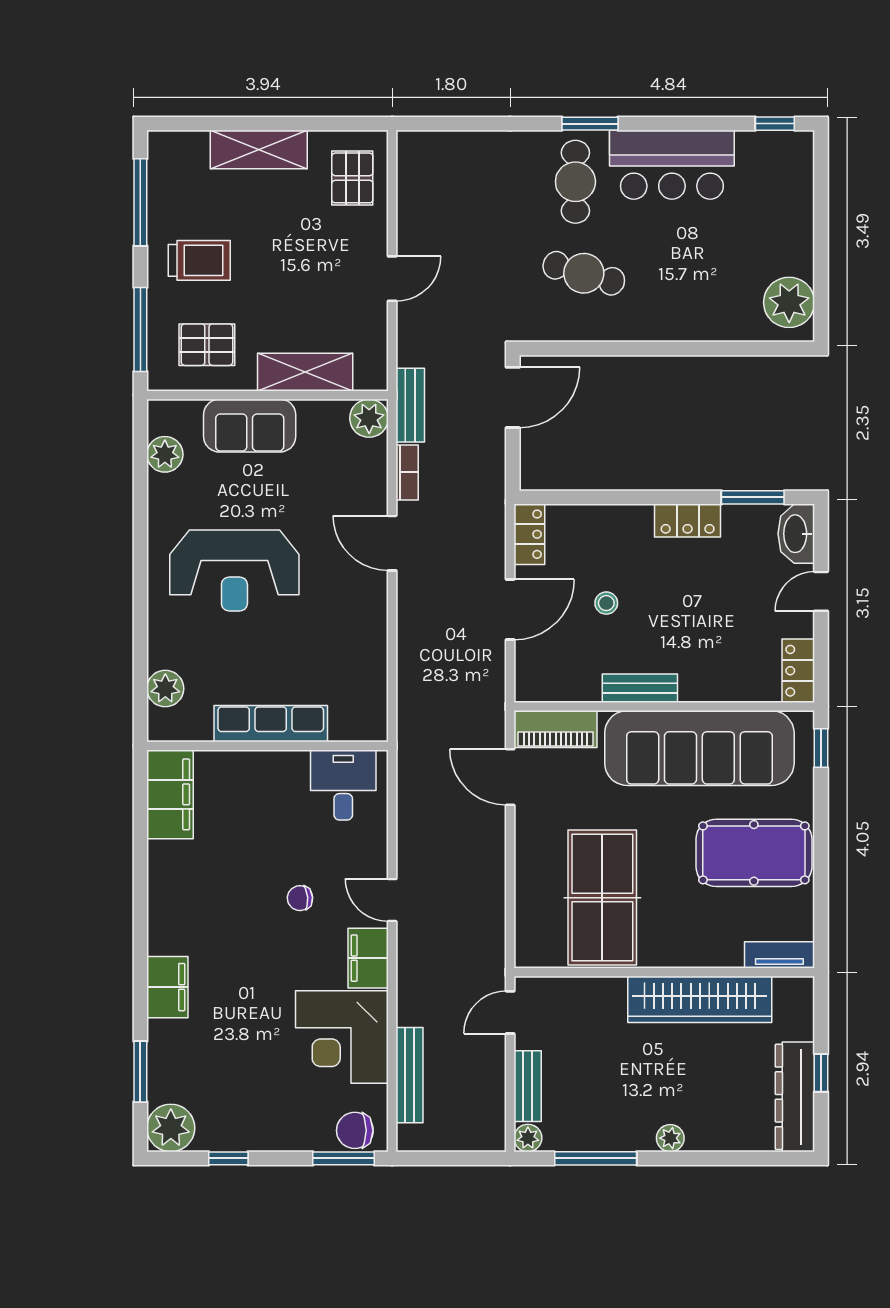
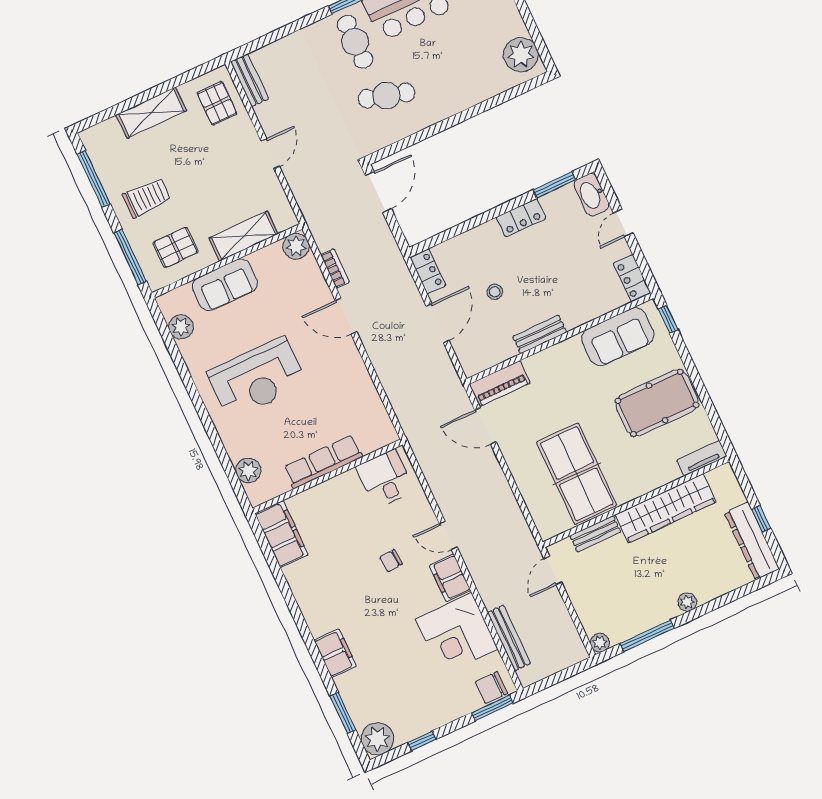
bench: (410, 405) -> (249, 80), moved
sofa: (699, 748) -> (618, 337), width x0.54, depth x0.79
bench: (528, 1086) -> (595, 534), moved, turned 90

